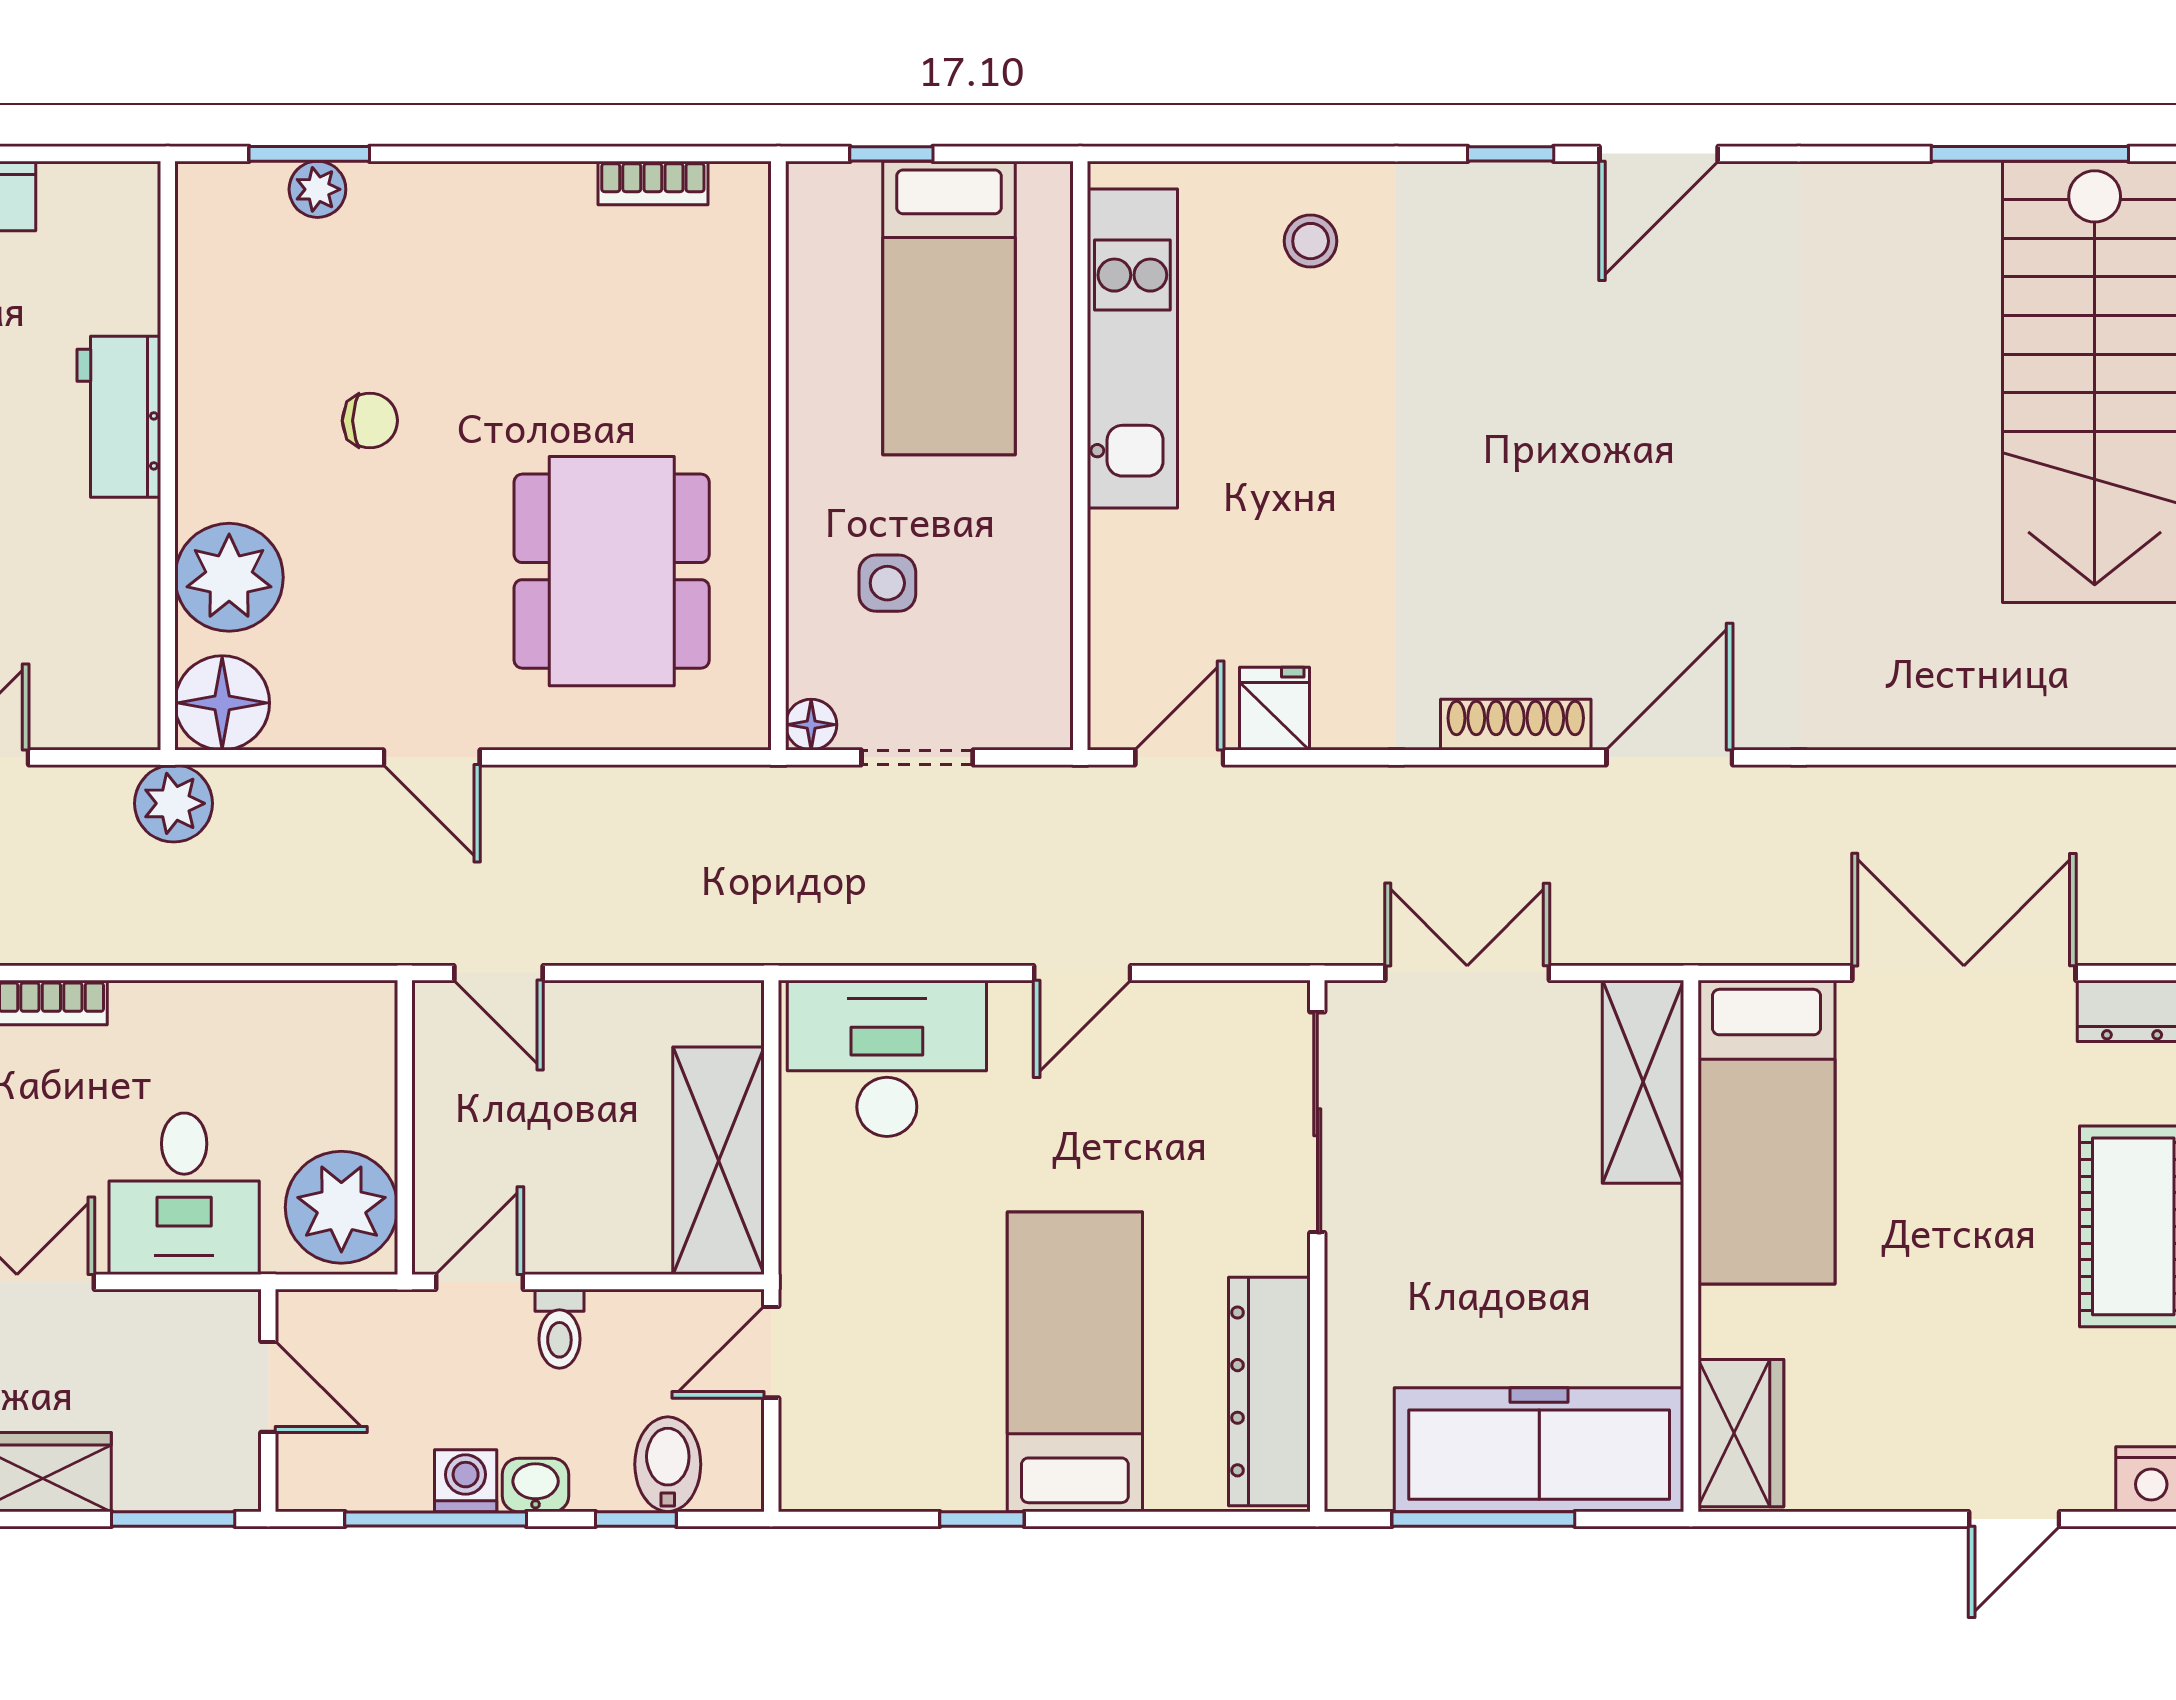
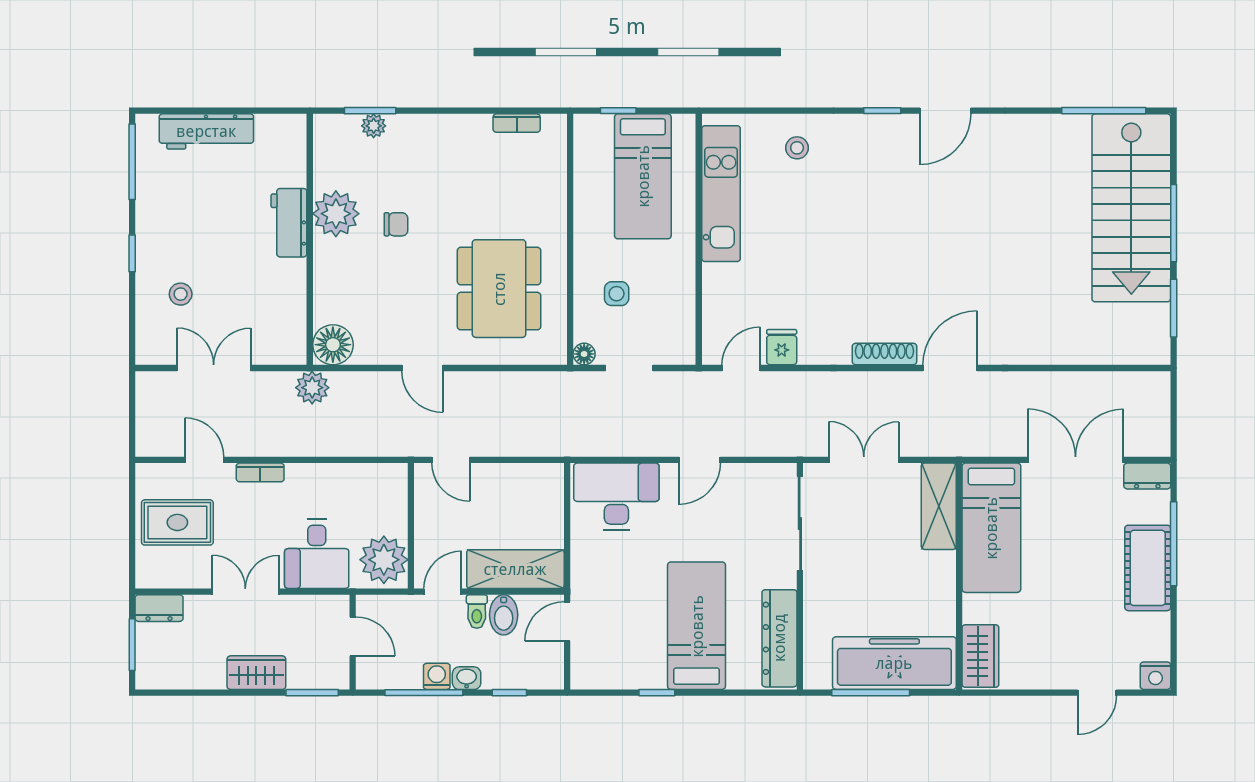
plant: (229, 577) -> (336, 214), moved
shelving: (718, 1161) -> (515, 569), moved, turned 90
bidet: (668, 1464) -> (504, 615), moved, turned 180

